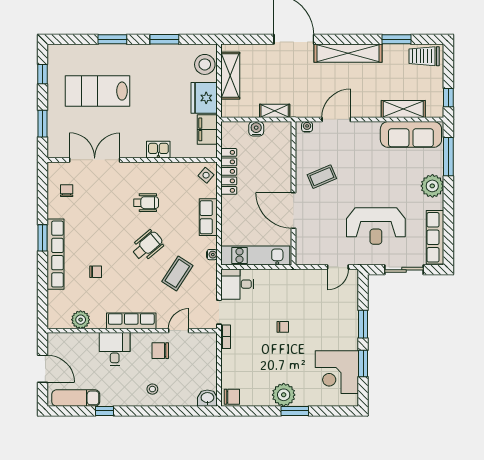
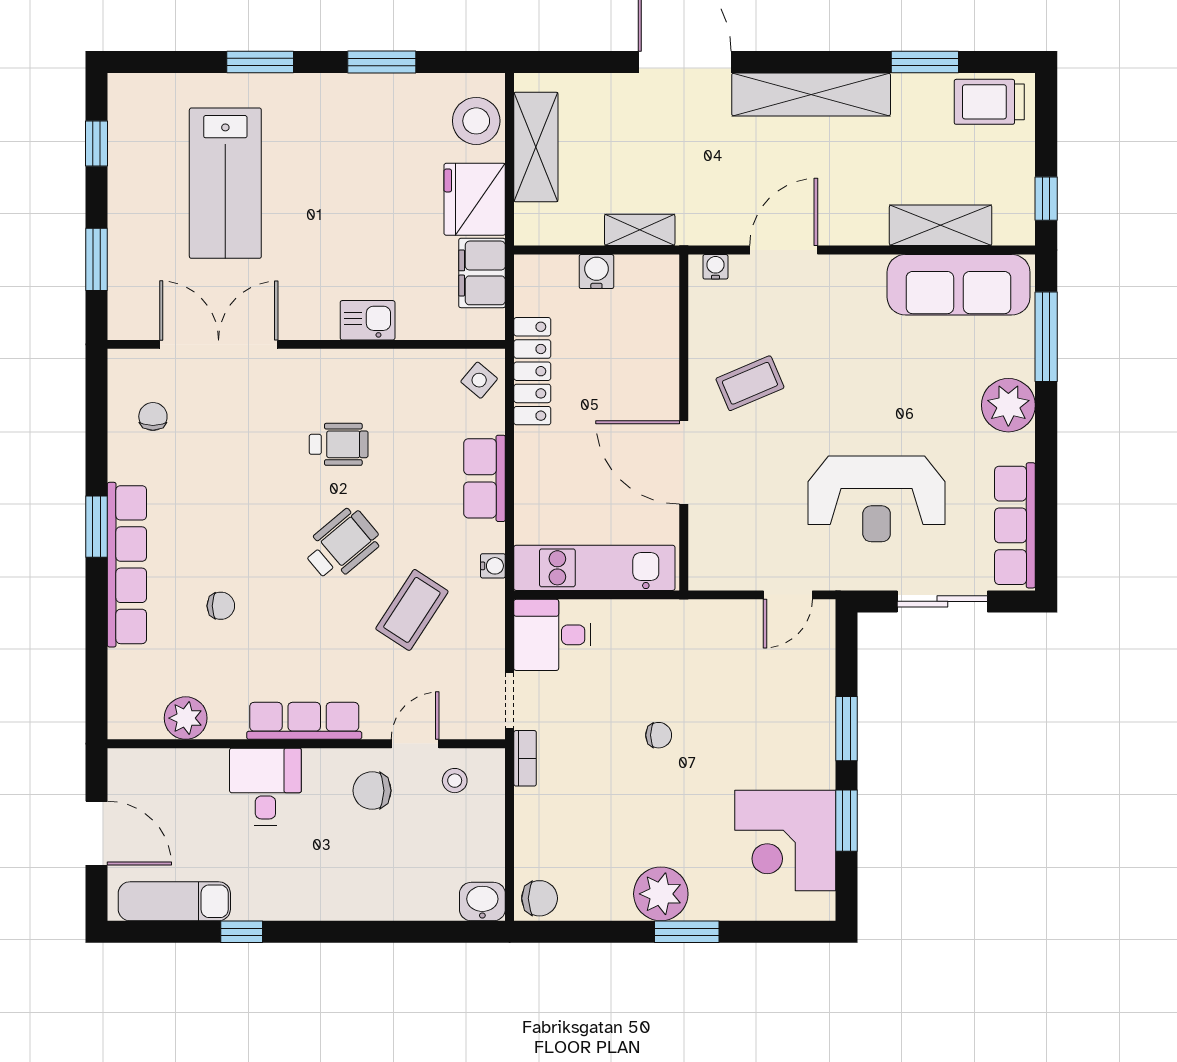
lab bench: (98, 91) -> (225, 183), turned -90
stool: (152, 389) -> (455, 781), moved

